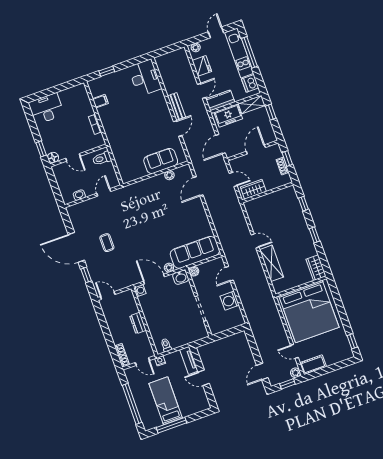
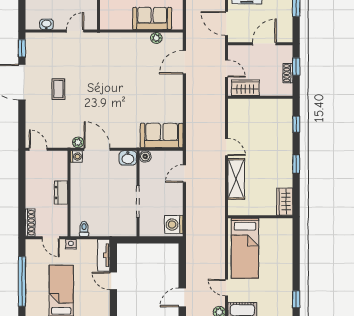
door: (221, 144) -> (227, 23), hinge flipped
sofa: (195, 252) -> (162, 135), width x0.73
plant: (169, 268) -> (78, 142), moved
window: (86, 275) -> (22, 48), moved
washing machine: (230, 301) -> (174, 225), moved
bed: (309, 311) -> (245, 248), width x0.49

